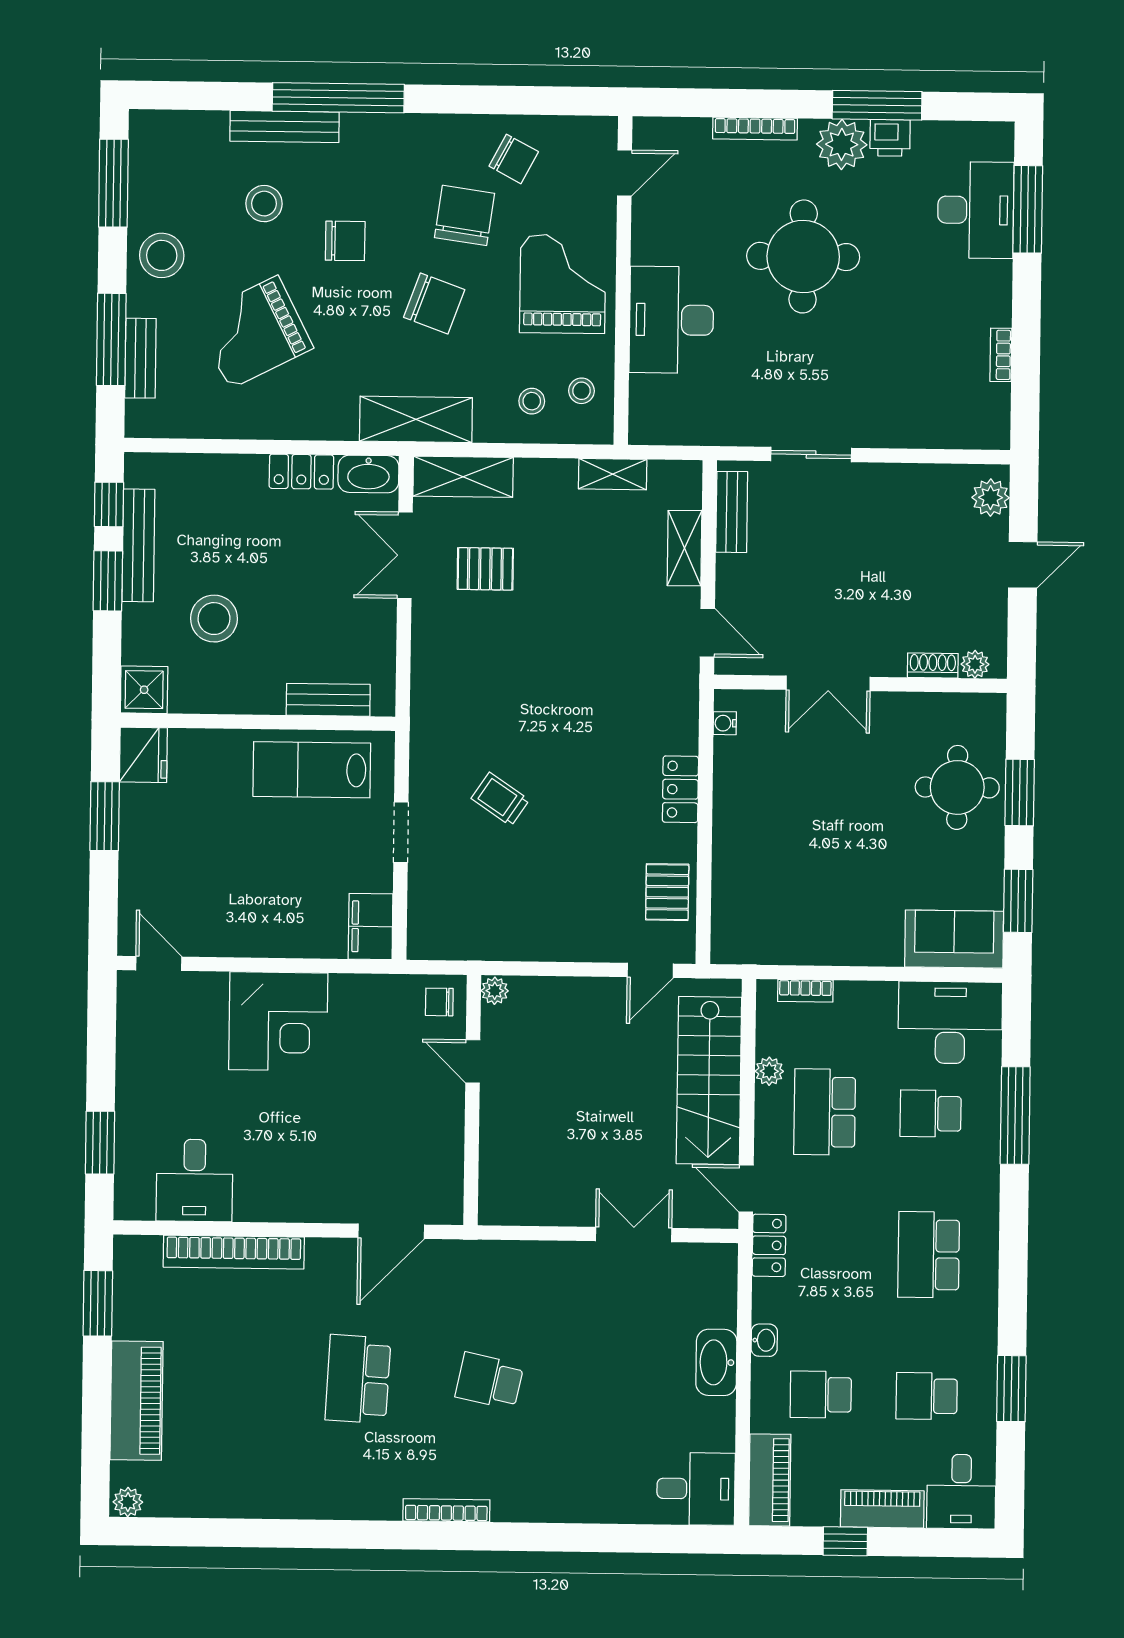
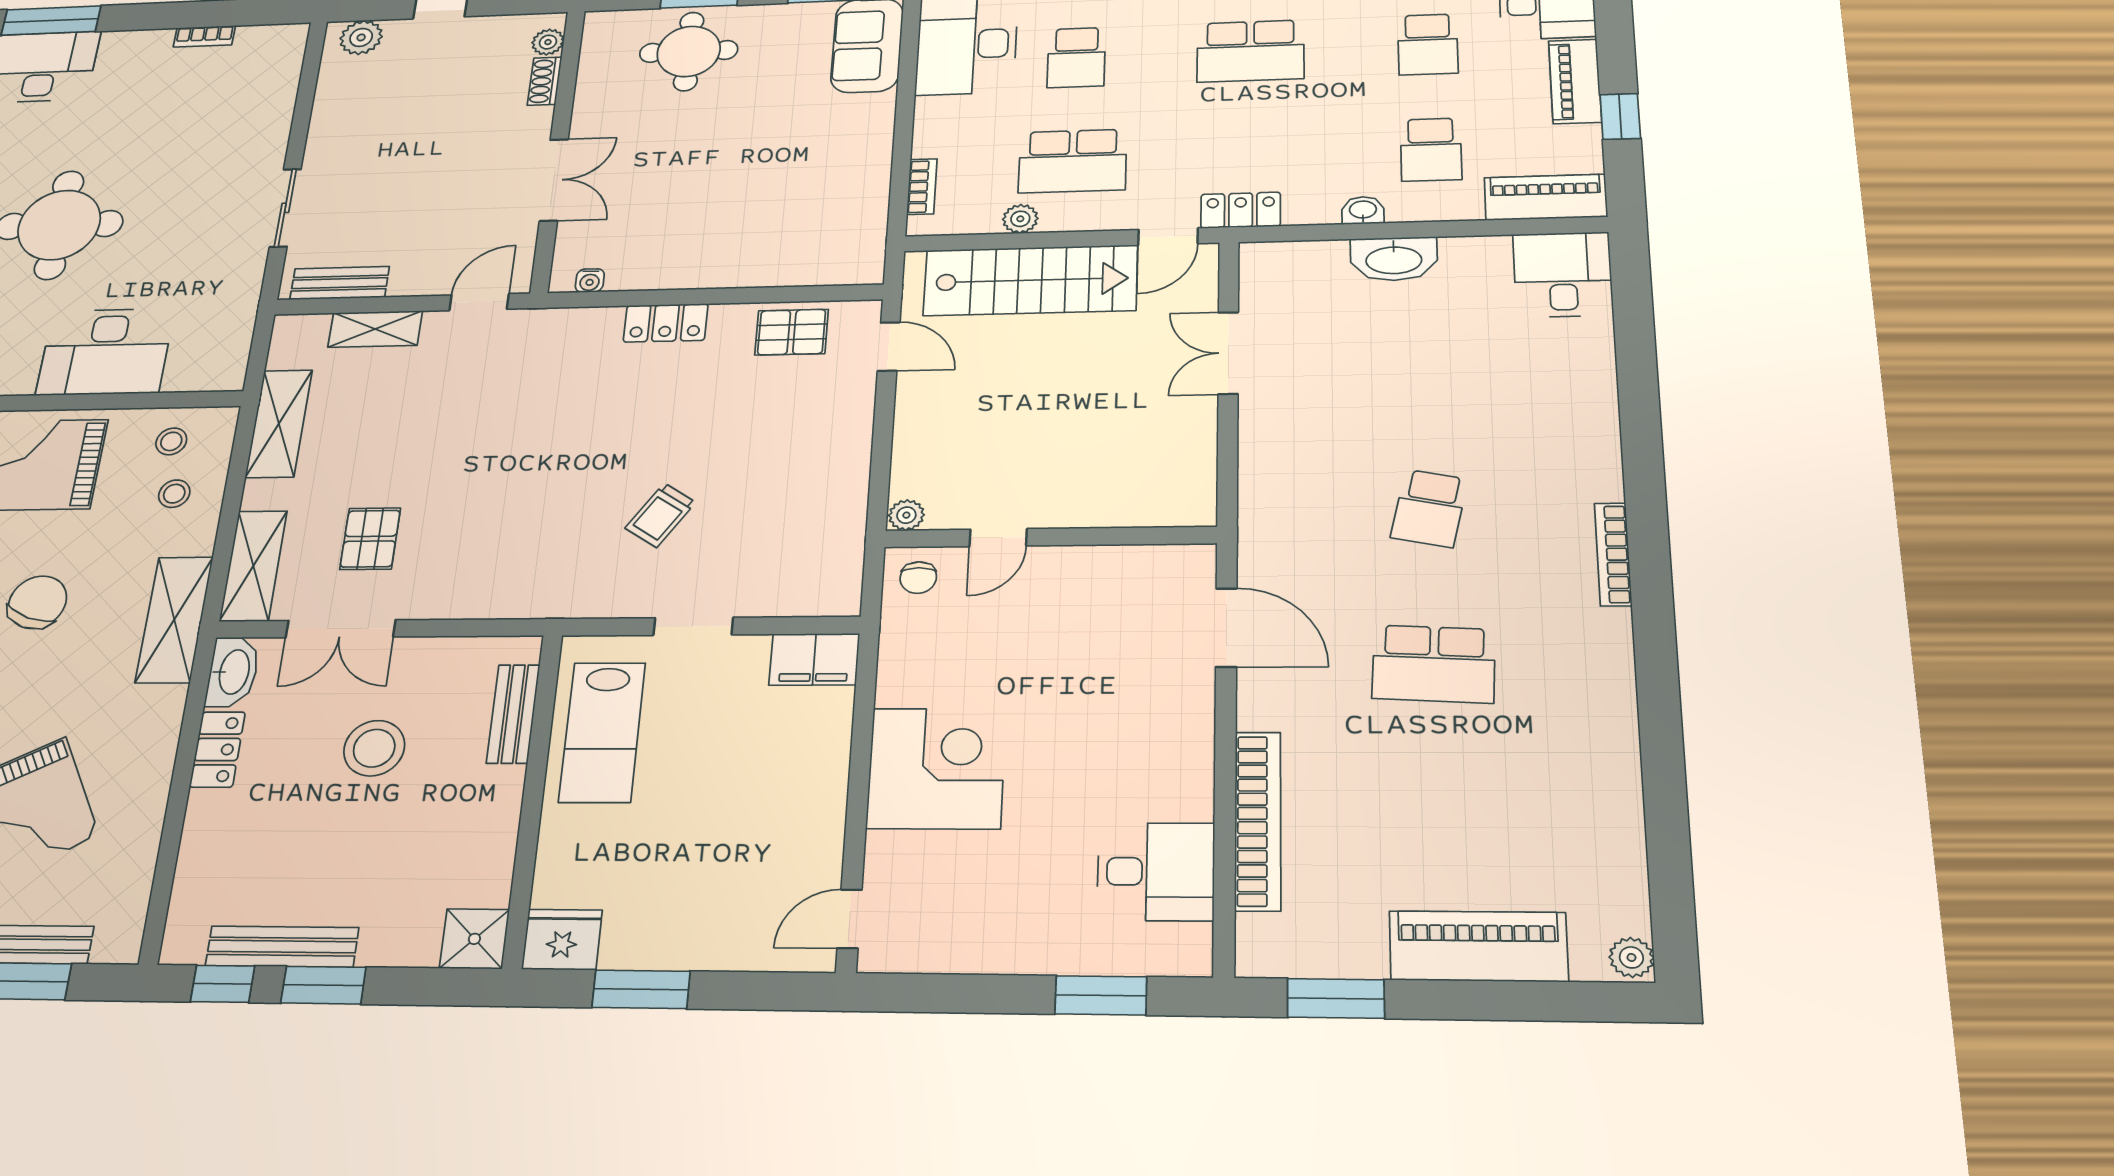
shelving: (613, 474) -> (279, 424), width x1.50, depth x1.33
stool: (214, 619) -> (374, 748), moved

